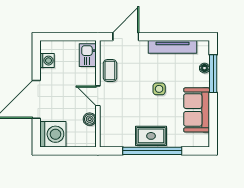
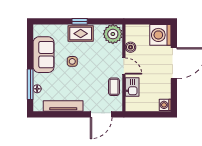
kitchen sink: (88, 55) -> (132, 87), moved
washing machine: (47, 61) -> (165, 105), moved
side table: (159, 89) -> (72, 61), moved
plant: (111, 135) -> (113, 34), added
window: (152, 151) -> (80, 21), width x0.32

